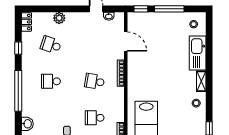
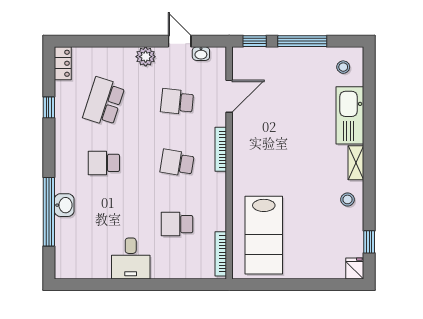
plant: (59, 18) -> (146, 57), moved
door: (126, 42) -> (229, 96), hinge flipped
school desk: (51, 45) -> (104, 102), width x1.85
school desk: (95, 45) -> (177, 102), added
window: (18, 91) -> (49, 212), moved
washbasin: (27, 124) -> (64, 205), moved

